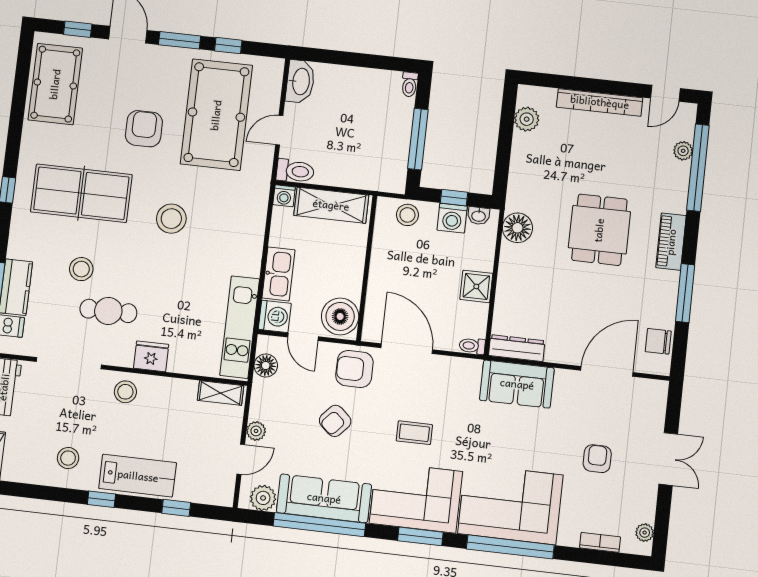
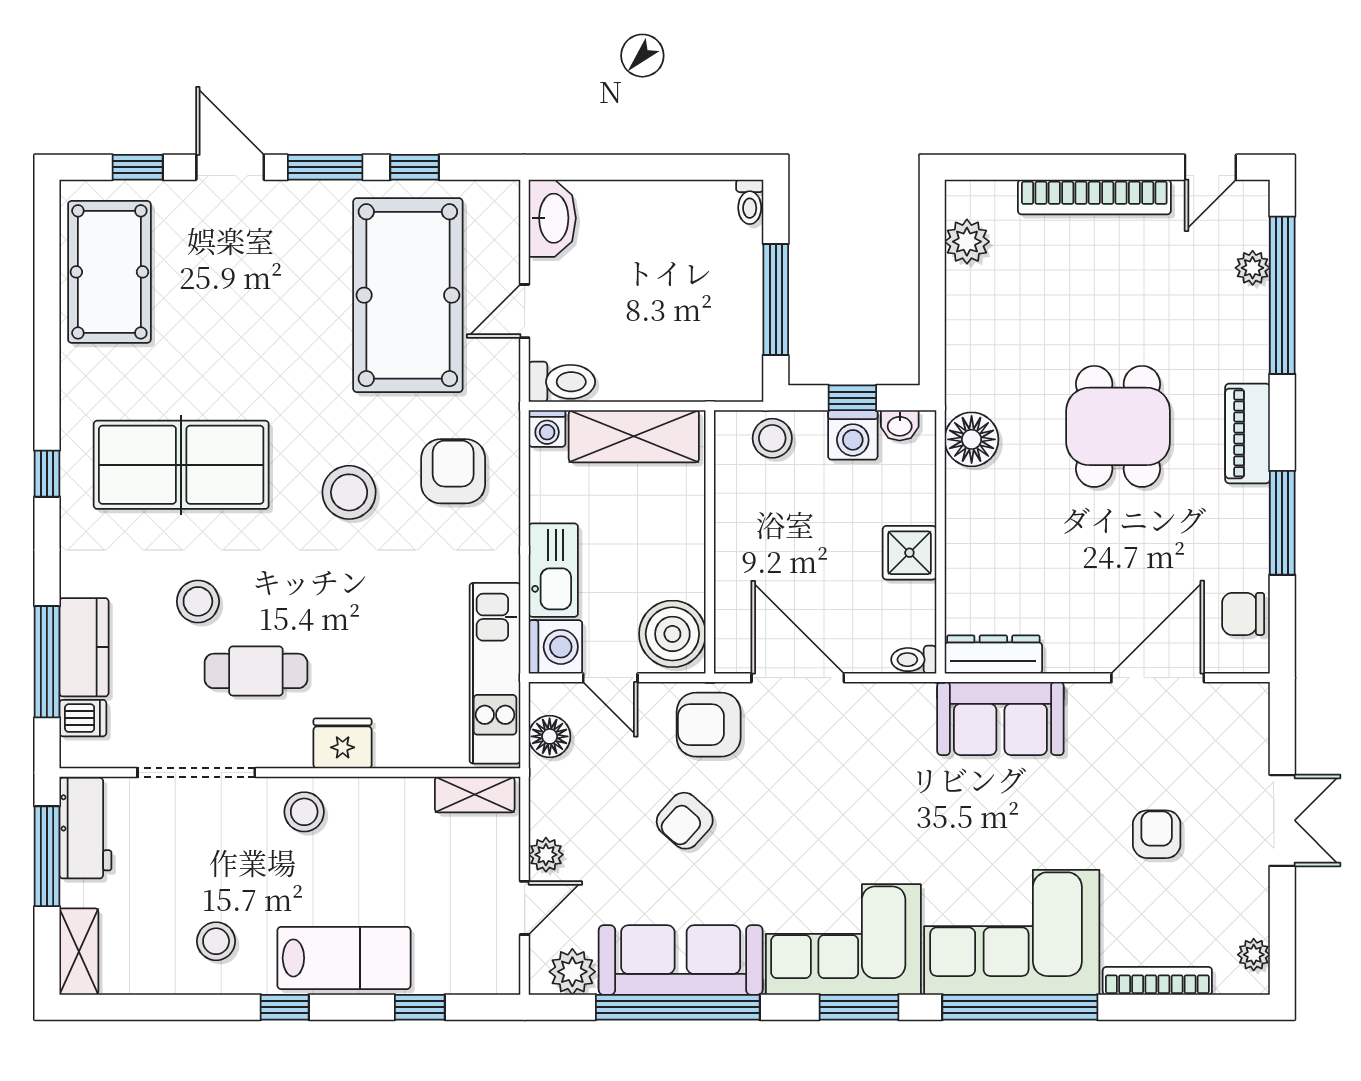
armchair: (144, 129) -> (453, 471), moved
coffee table: (414, 433) -> (828, 826), removed
bookcase: (600, 542) -> (1157, 981), width x1.56

